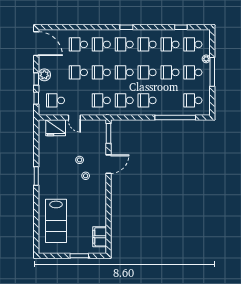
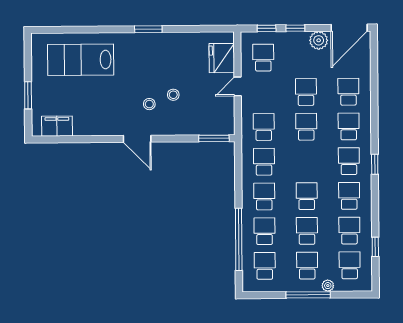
school desk: (124, 72) -> (264, 231), moved
plant: (44, 75) -> (319, 40), moved
door: (108, 164) -> (137, 139), moved

